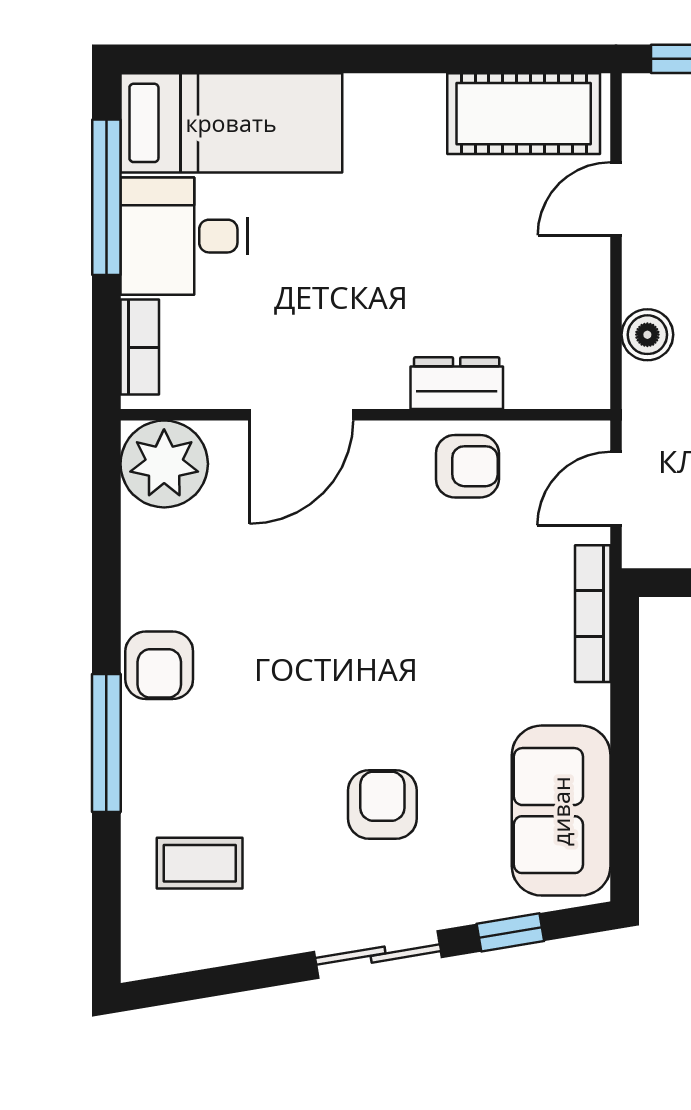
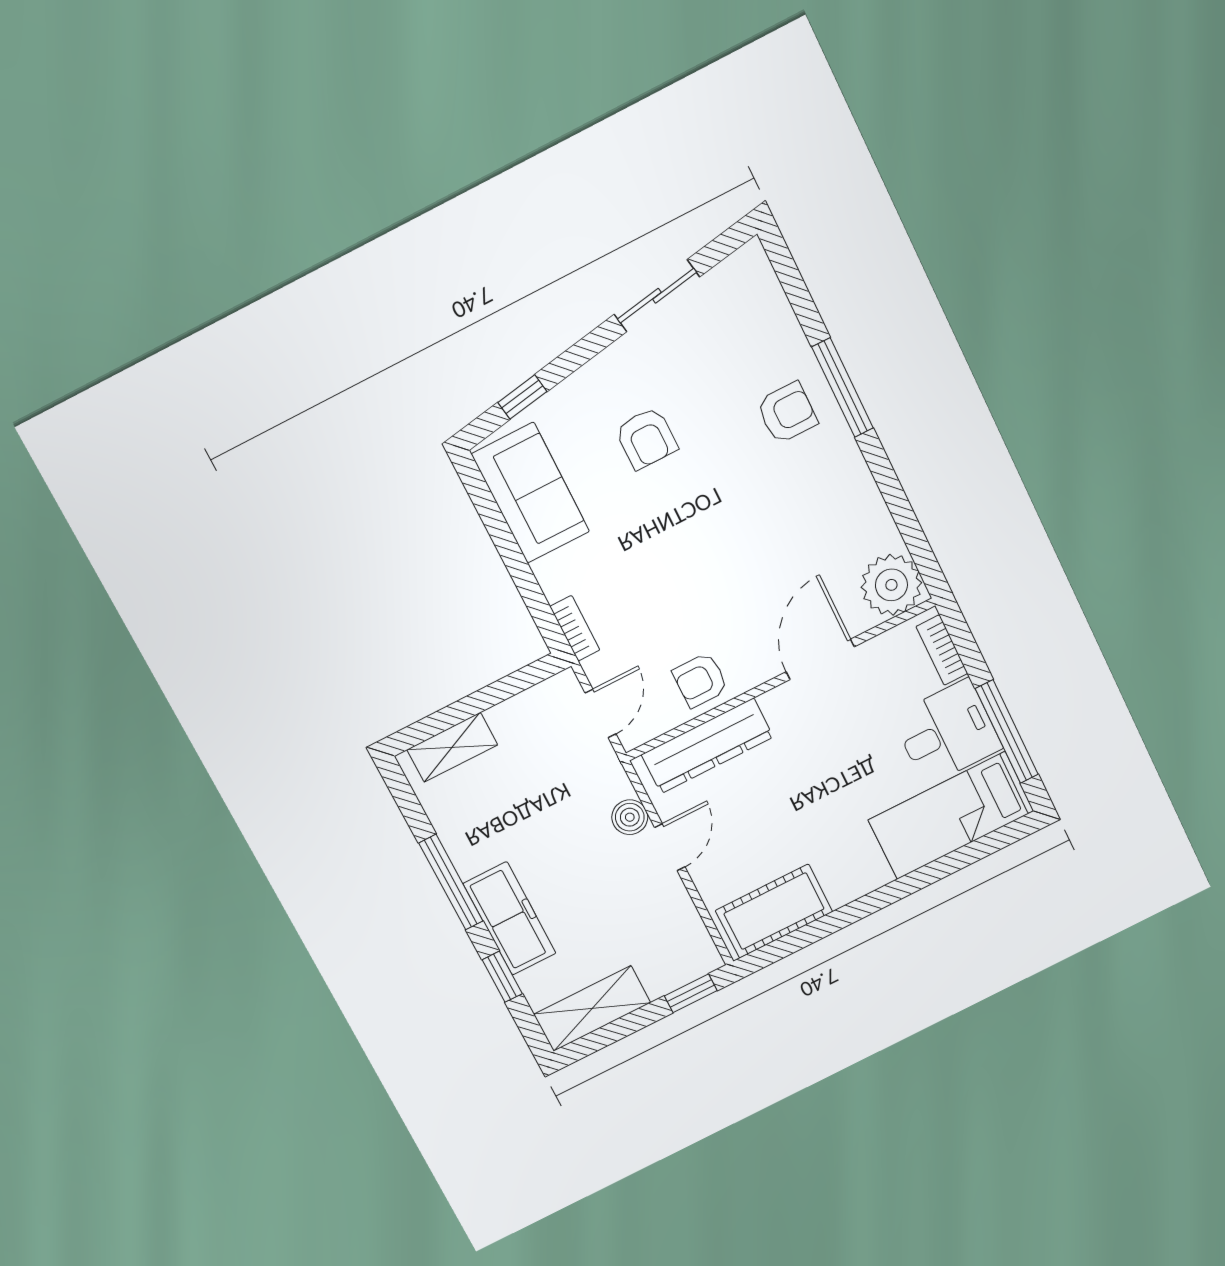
door: (616, 199) -> (670, 847), moved
dresser: (457, 383) -> (707, 746), width x1.96, depth x1.24
bookcase: (593, 614) -> (575, 628), width x0.64
armchair: (159, 665) -> (787, 413), moved, turned 90
coffee table: (200, 863) -> (745, 340), removed
sliding door: (378, 955) -> (657, 296), moved

